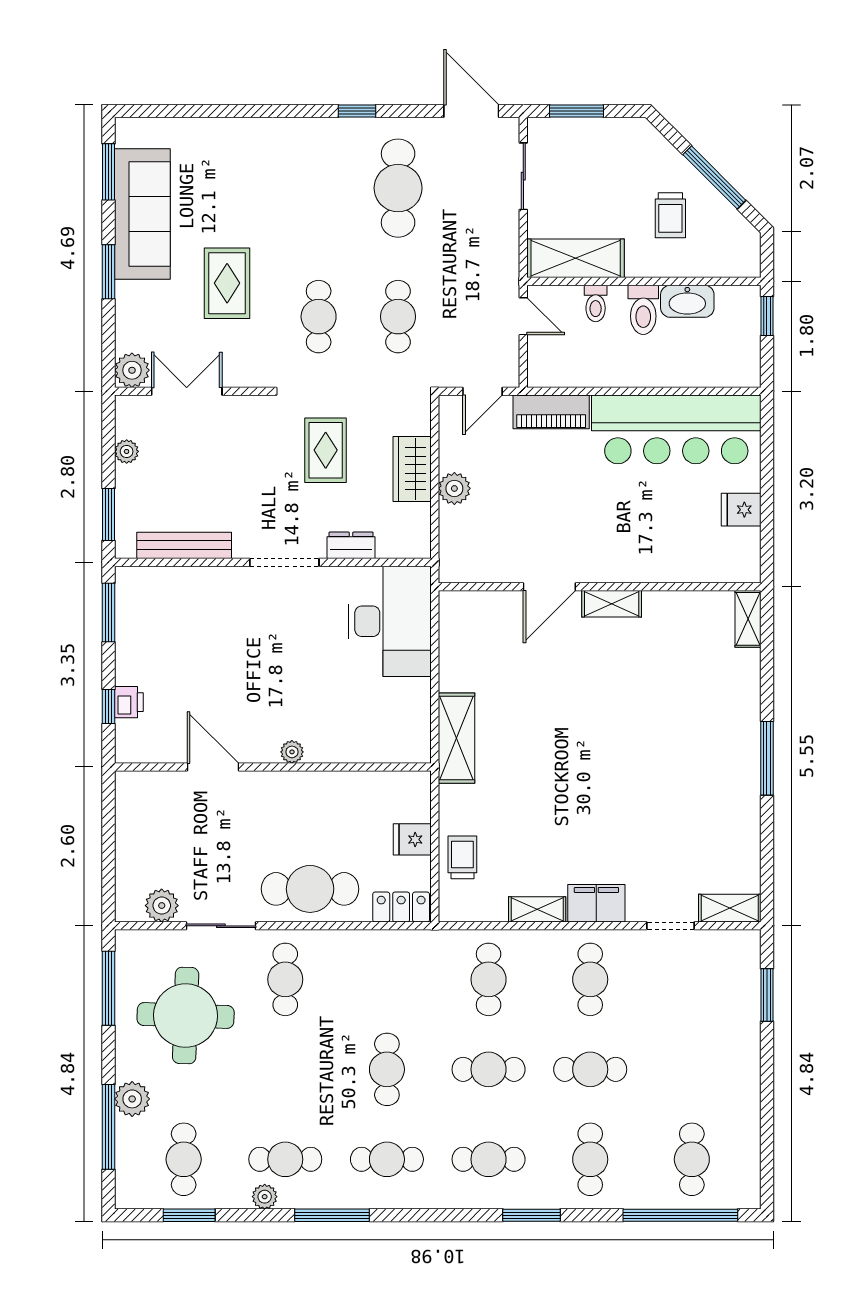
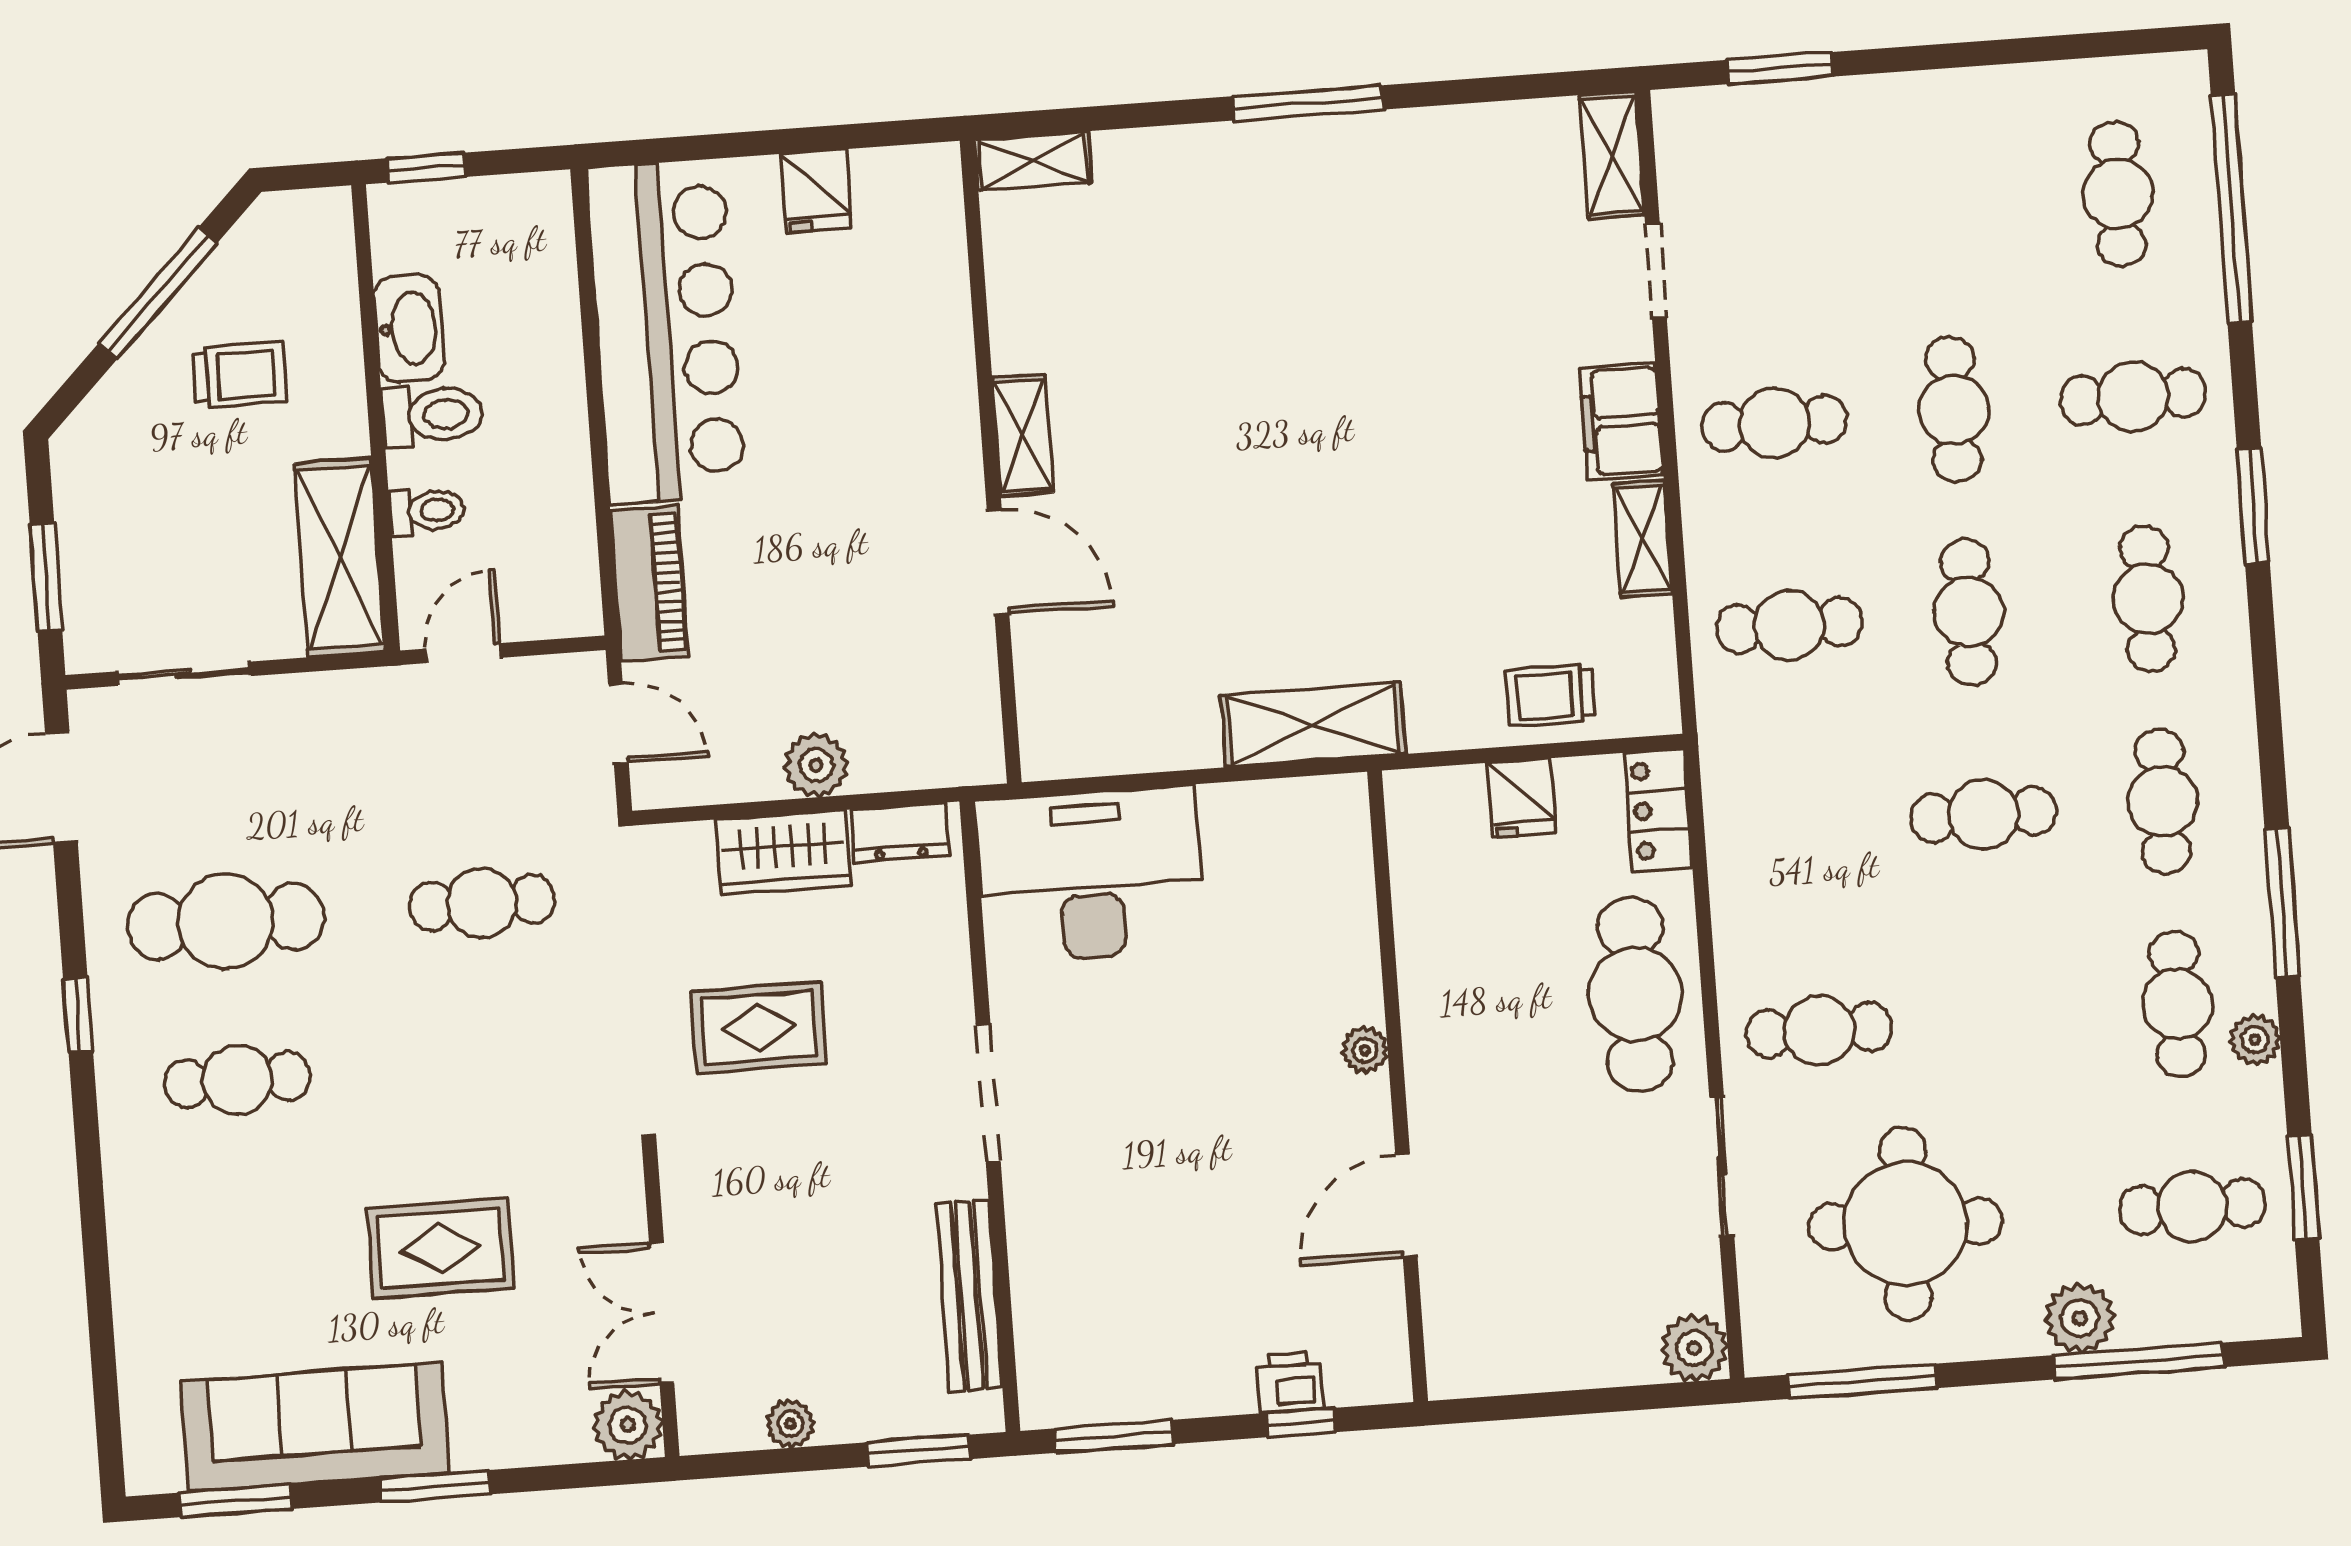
cafe table: (319, 317) -> (237, 1080), moved
dresser: (351, 545) -> (900, 833), moved, turned -90
plant: (162, 906) -> (1694, 1348), moved
cafe table: (692, 1159) -> (2118, 194), turned 90

